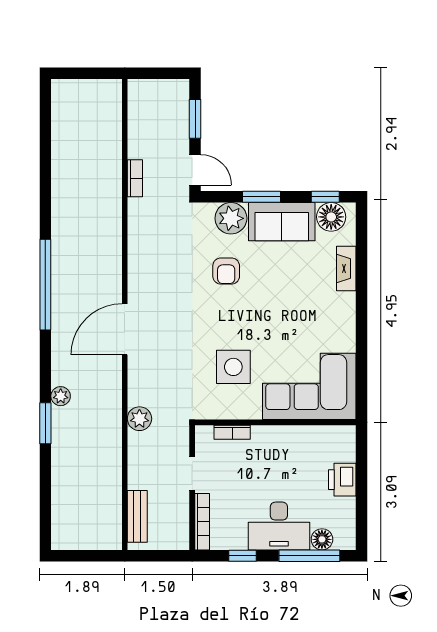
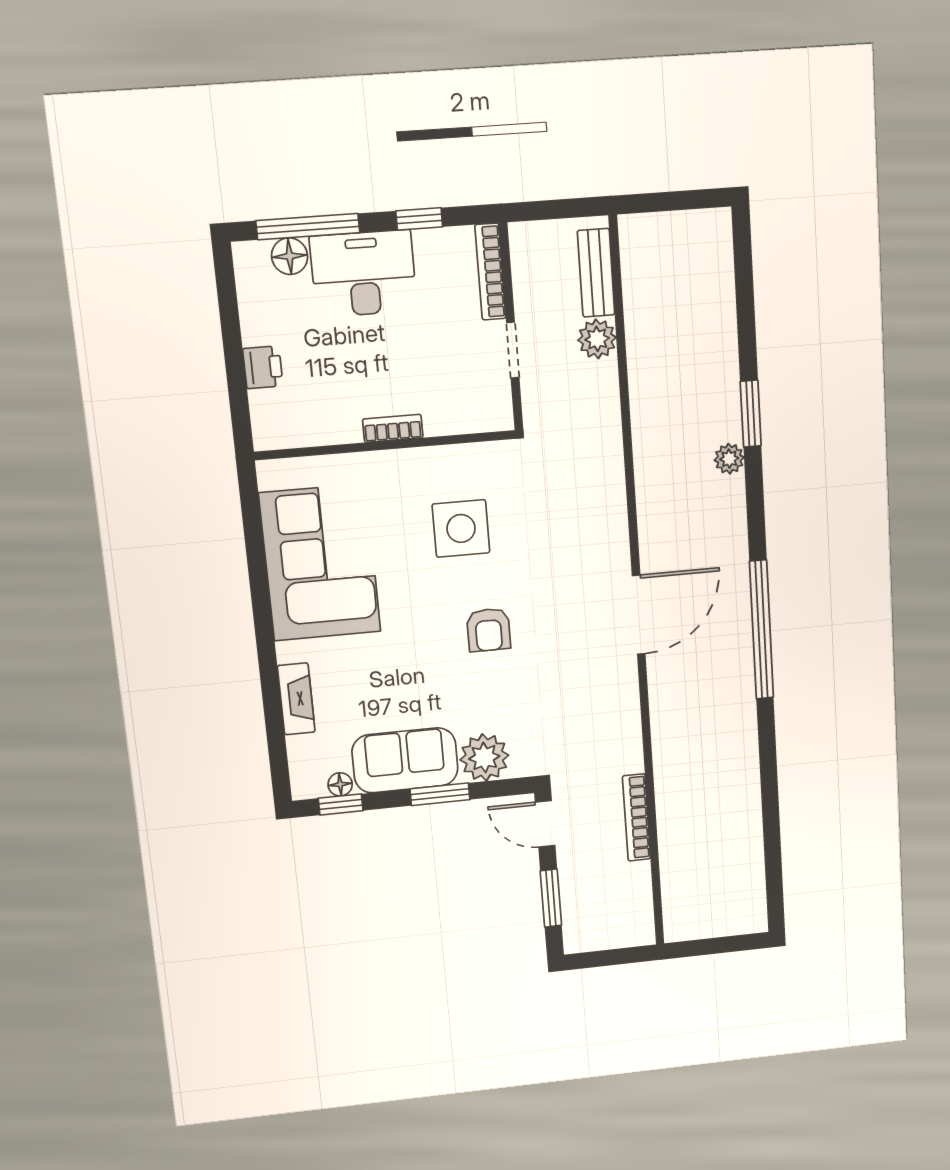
bookcase: (135, 178) -> (636, 817), width x1.56
floor lamp: (331, 217) -> (340, 784), width x0.53, depth x0.53
armchair: (226, 271) -> (489, 630), moved, turned 180
door: (125, 329) -> (639, 615), moved
corner sofa: (309, 386) -> (320, 563), moved, turned -90
plant: (139, 419) -> (597, 339), moved
bookcase: (232, 432) -> (393, 428), moved
printer: (342, 480) -> (263, 367), width x0.73, depth x0.81

